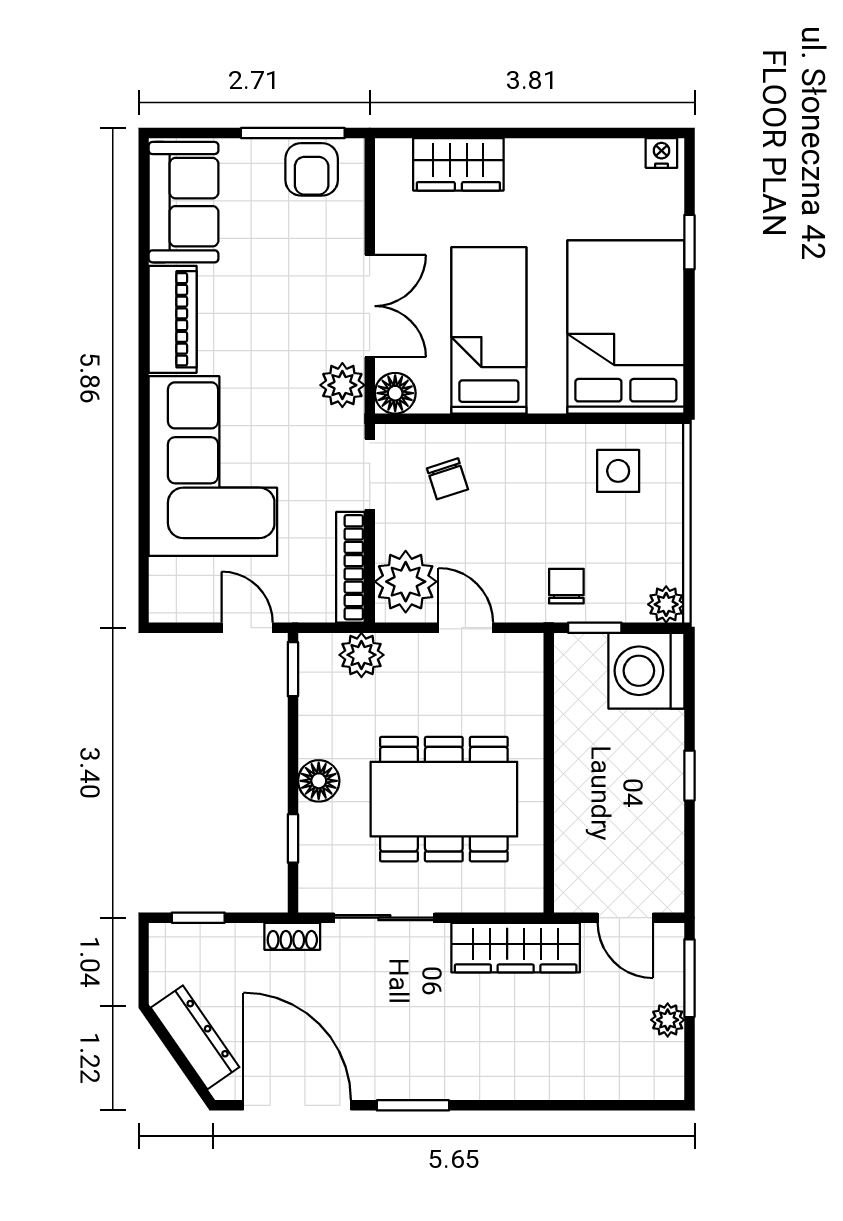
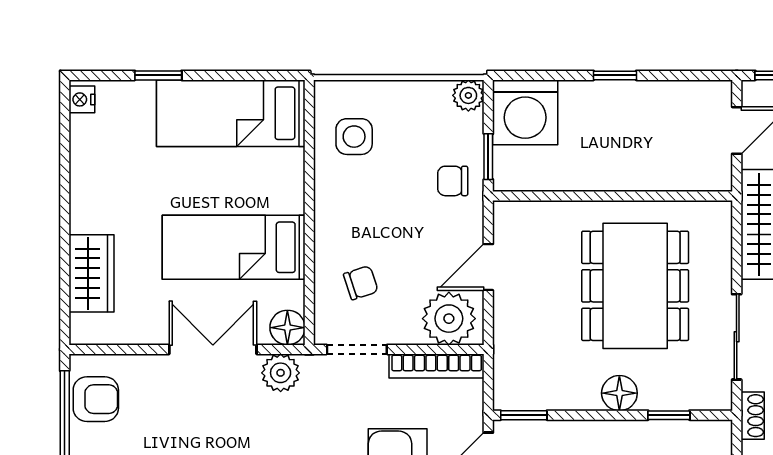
bed: (626, 327) -> (231, 113), width x0.67
plant: (361, 655) -> (512, 356), removed

